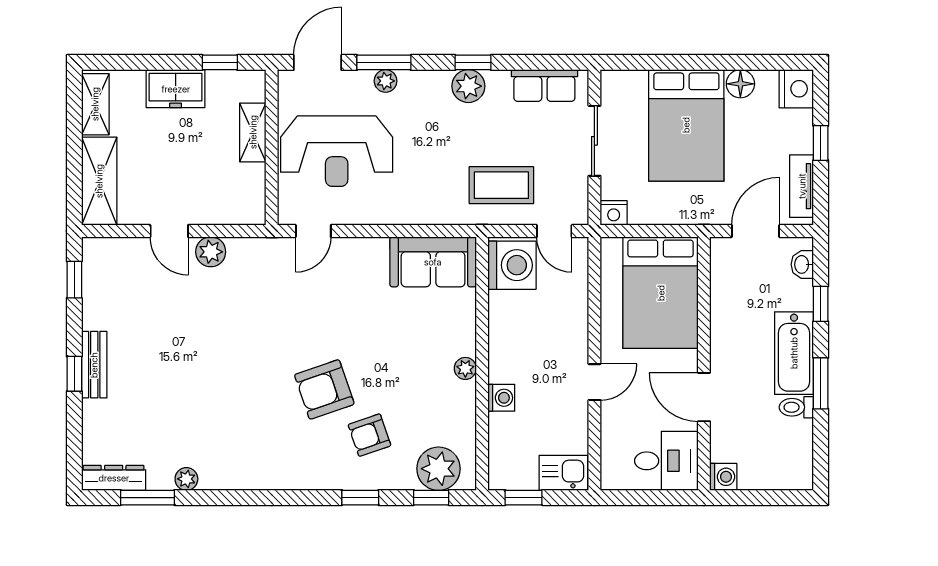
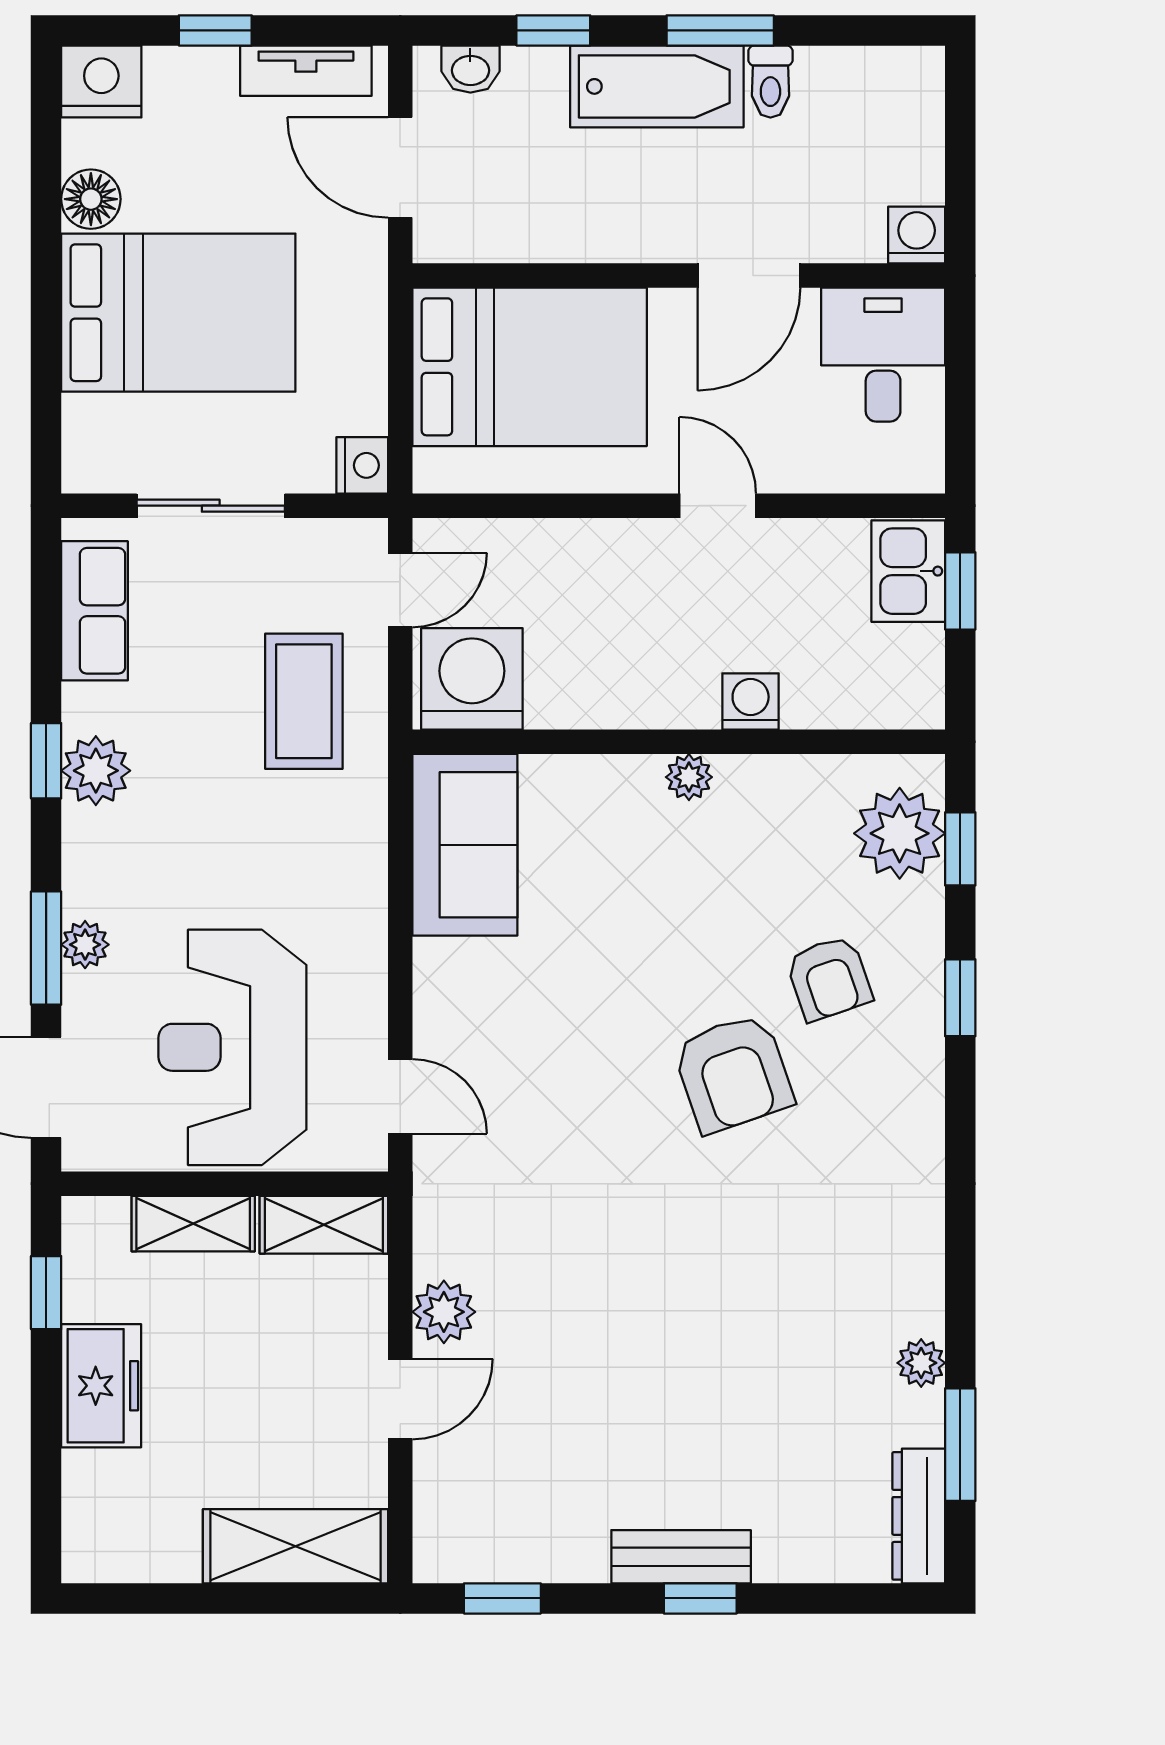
shelving: (95, 104) -> (324, 1225), moved
reception desk: (337, 151) -> (232, 1047), turned 180
window: (524, 498) -> (960, 591), moved

